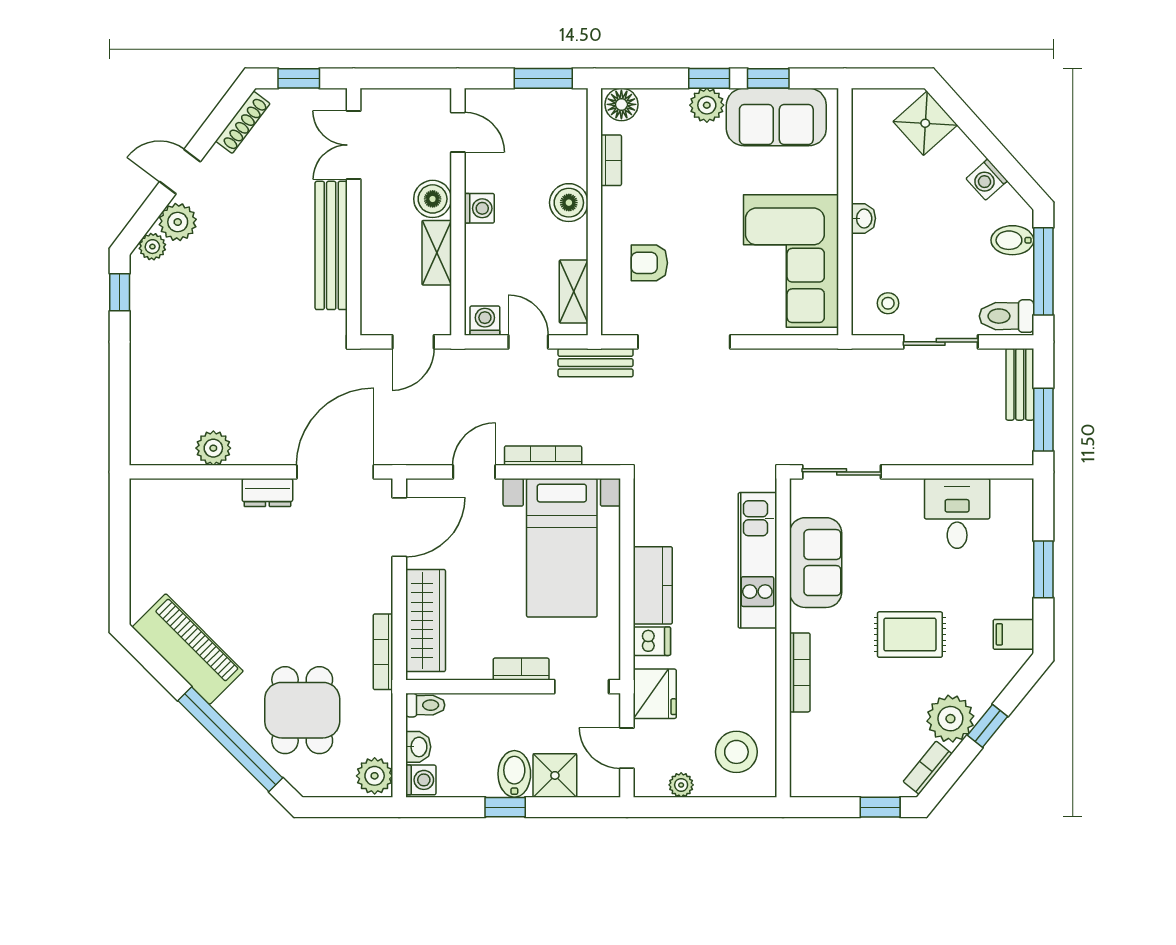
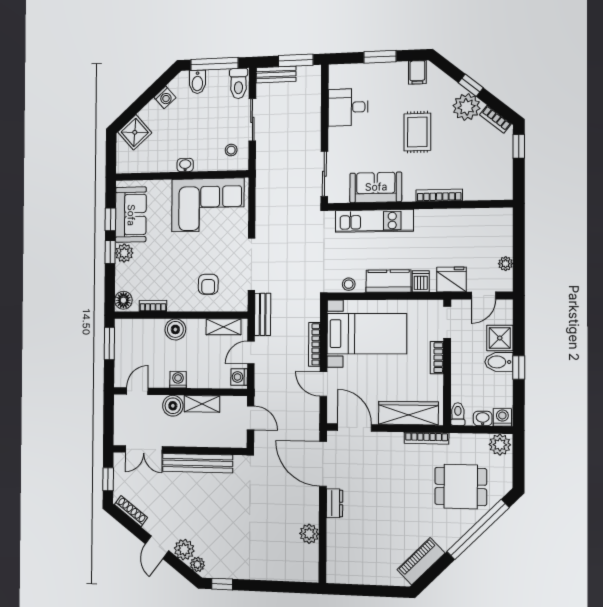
piano: (188, 649) -> (421, 561), width x0.73, depth x0.75
stool: (736, 752) -> (349, 284), moved, width x0.53, depth x0.53

